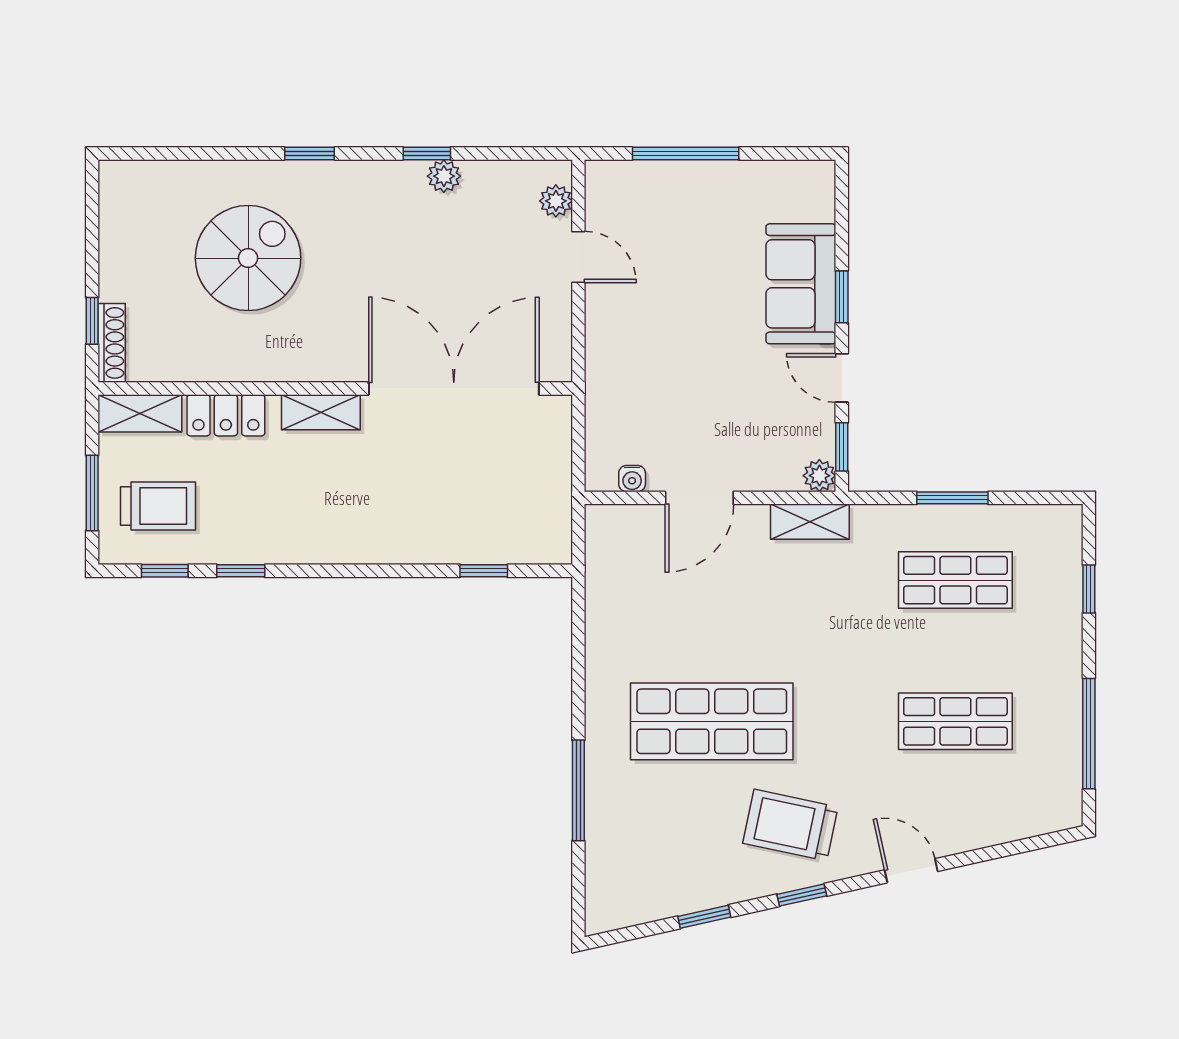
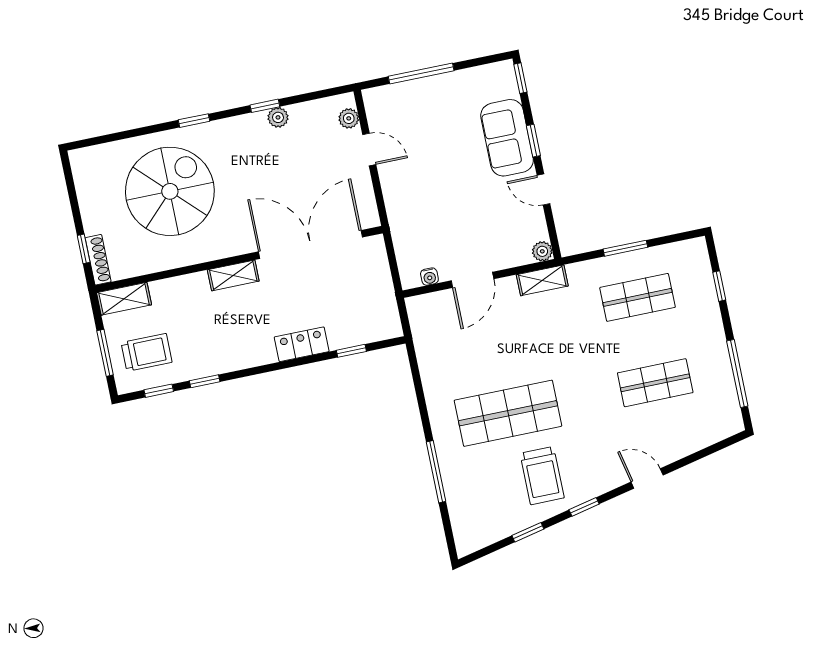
spiral stairs: (248, 258) -> (170, 191), width x1.37, depth x1.37
locker: (226, 415) -> (302, 344), moved, turned 180
window: (842, 447) -> (520, 78), moved
trolley: (790, 825) -> (542, 476), moved, turned -102

